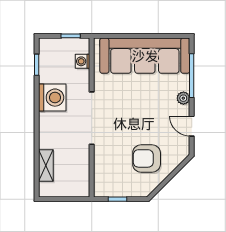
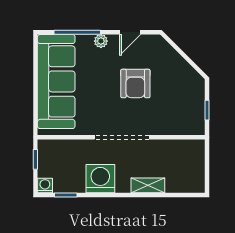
washing machine: (83, 61) -> (45, 185), moved, turned 180
armchair: (147, 158) -> (135, 83), moved
shelving: (46, 166) -> (148, 185), moved

